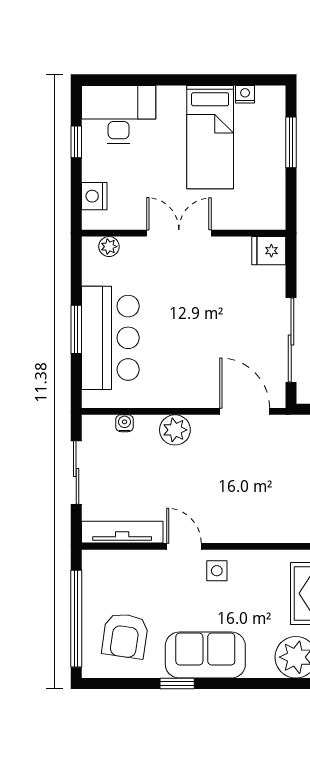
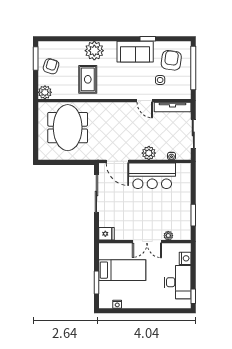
desk: (119, 114) -> (178, 282), moved, turned -90
bed: (210, 137) -> (122, 270), moved, turned 90
window: (76, 142) -> (193, 296), moved
plant: (109, 247) -> (168, 236), moved
window: (76, 329) -> (193, 215), moved
bar counter: (110, 338) -> (152, 176), moved, turned -90
side table: (217, 571) -> (160, 80), moved

